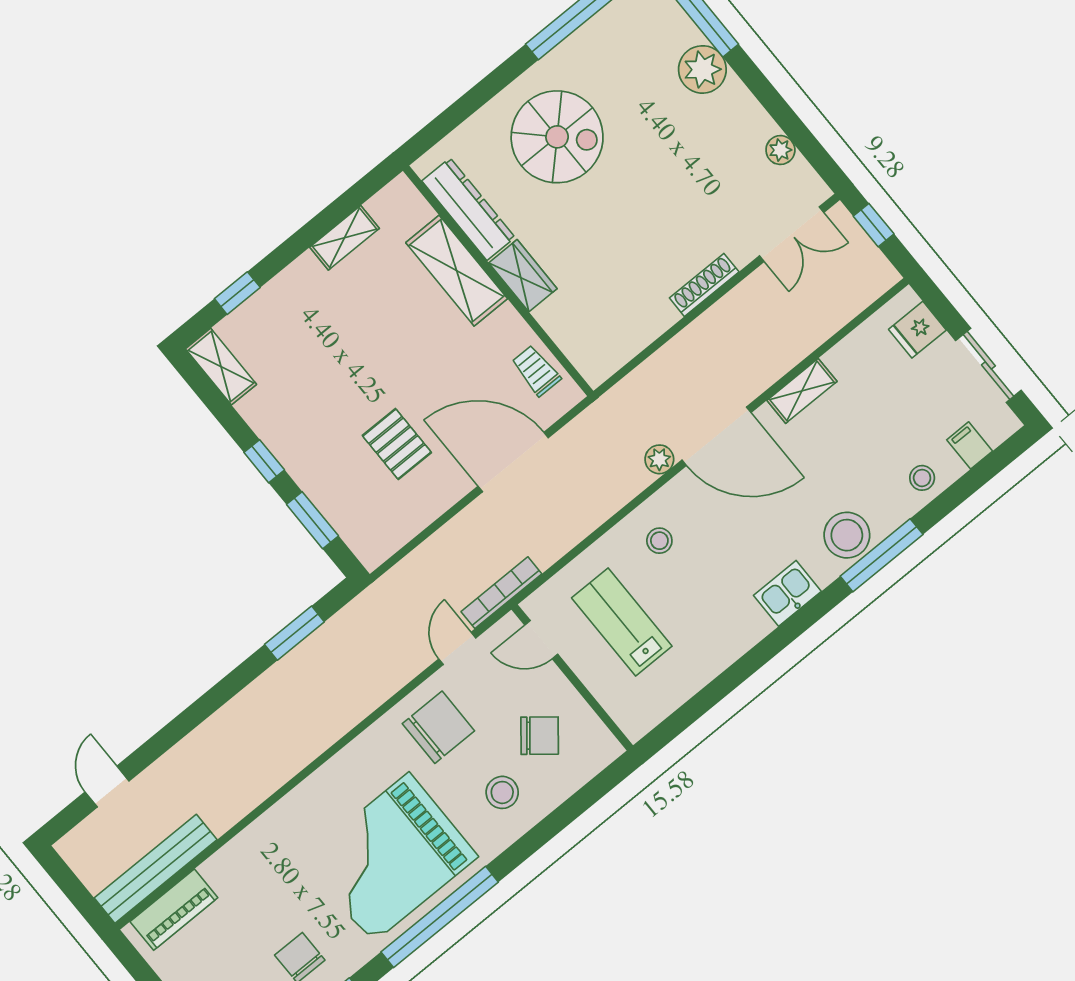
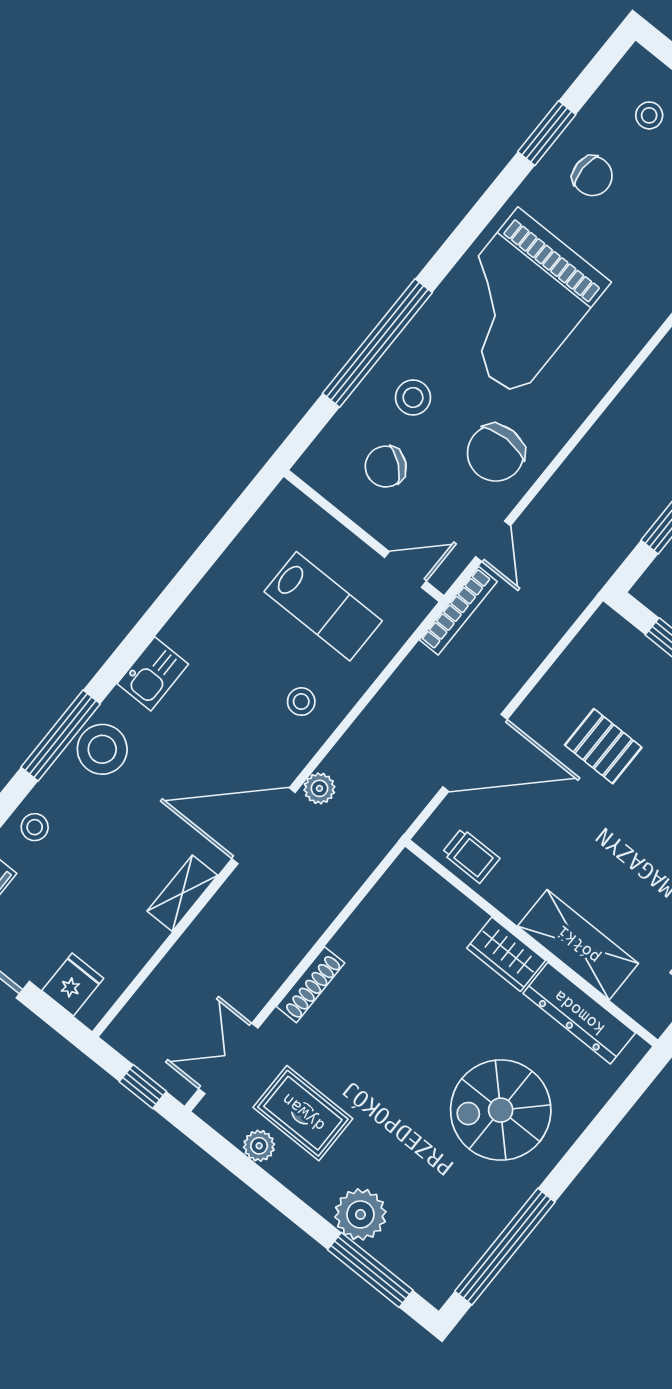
rug: (735, 171) -> (303, 1113), added
grand piano: (391, 858) -> (518, 303), turned 180
window: (440, 917) -> (377, 343), moved

